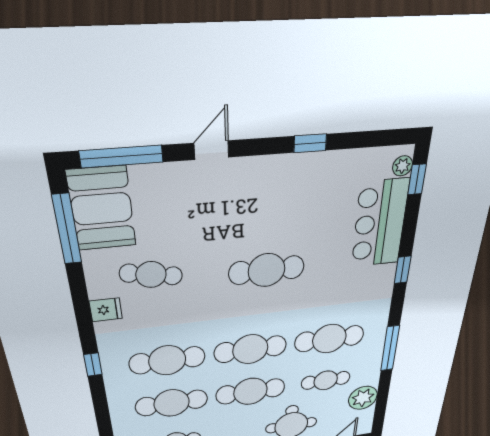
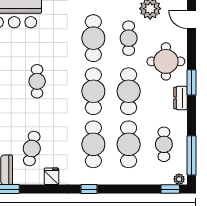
cafe table: (267, 270) -> (37, 81), width x0.73, depth x0.74

